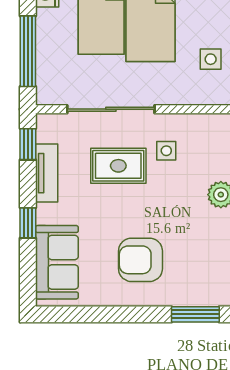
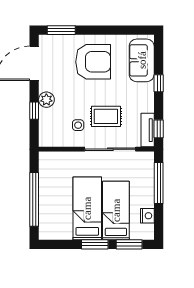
side table: (211, 59) -> (52, 178), removed
tv unit: (47, 173) -> (148, 130), moved
armchair: (140, 260) -> (93, 62), width x1.36, depth x1.36

